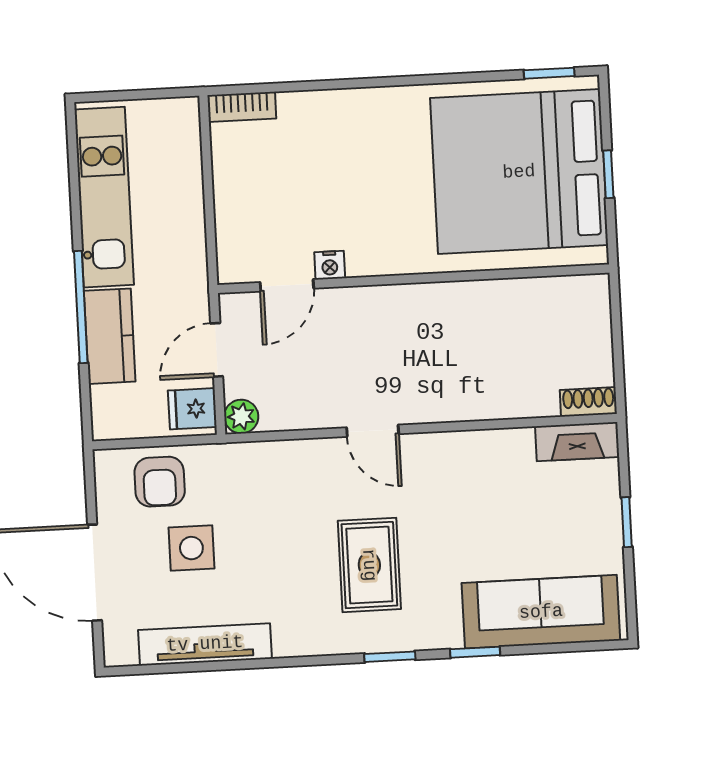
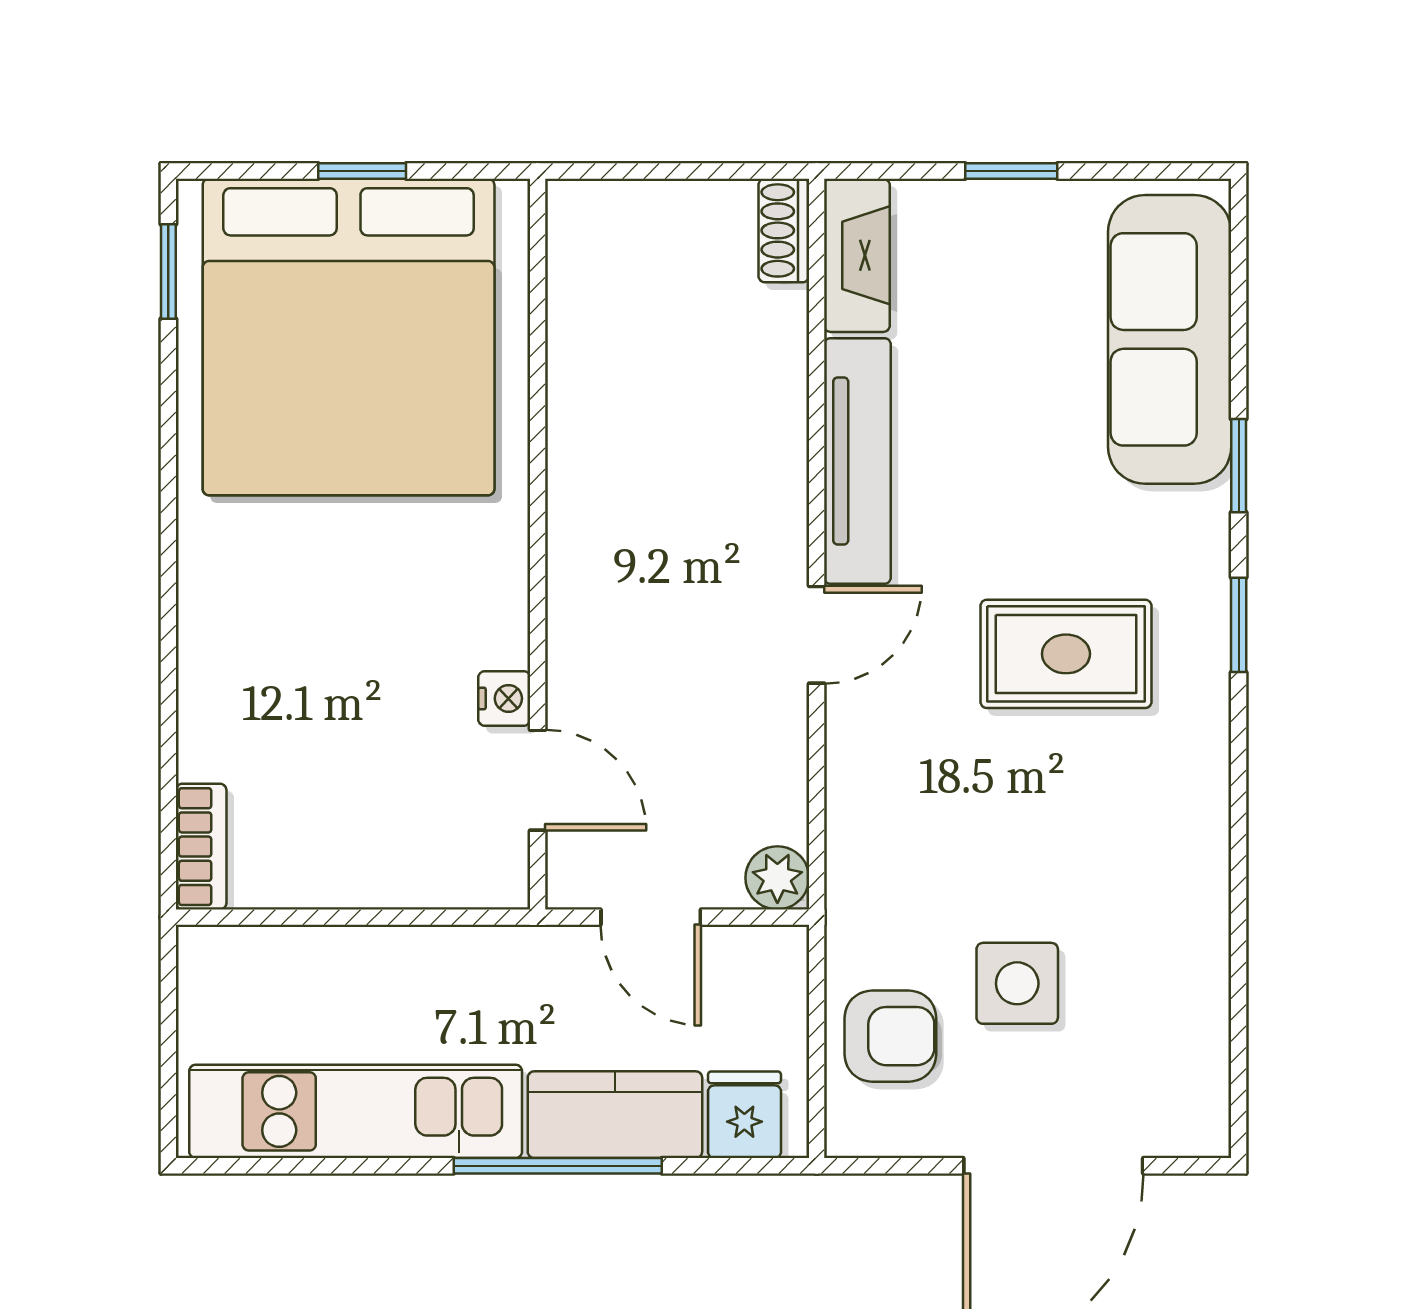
fridge: (192, 409) -> (744, 1115), moved, turned 180
tv unit: (205, 644) -> (857, 461), moved, turned 180

